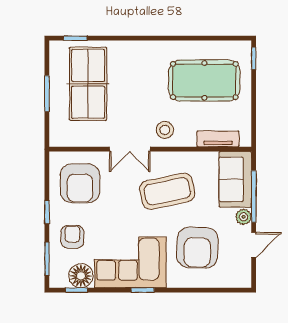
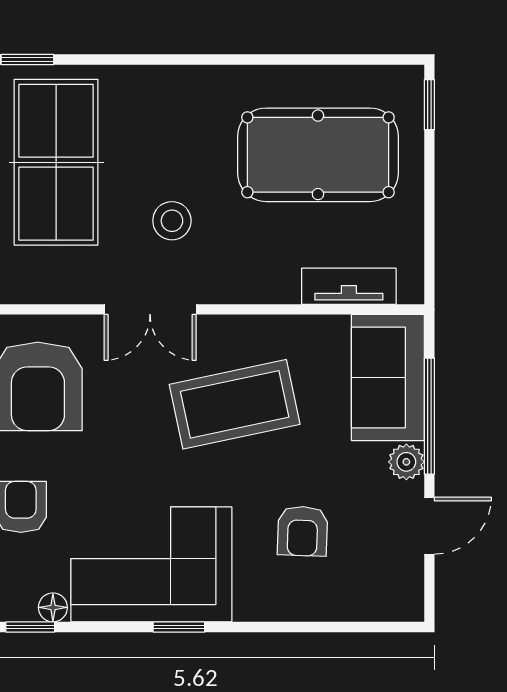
stool: (165, 130) -> (172, 221), moved
armchair: (197, 248) -> (303, 531), width x0.53, depth x0.53
floor lamp: (81, 276) -> (53, 607), width x0.53, depth x0.53

